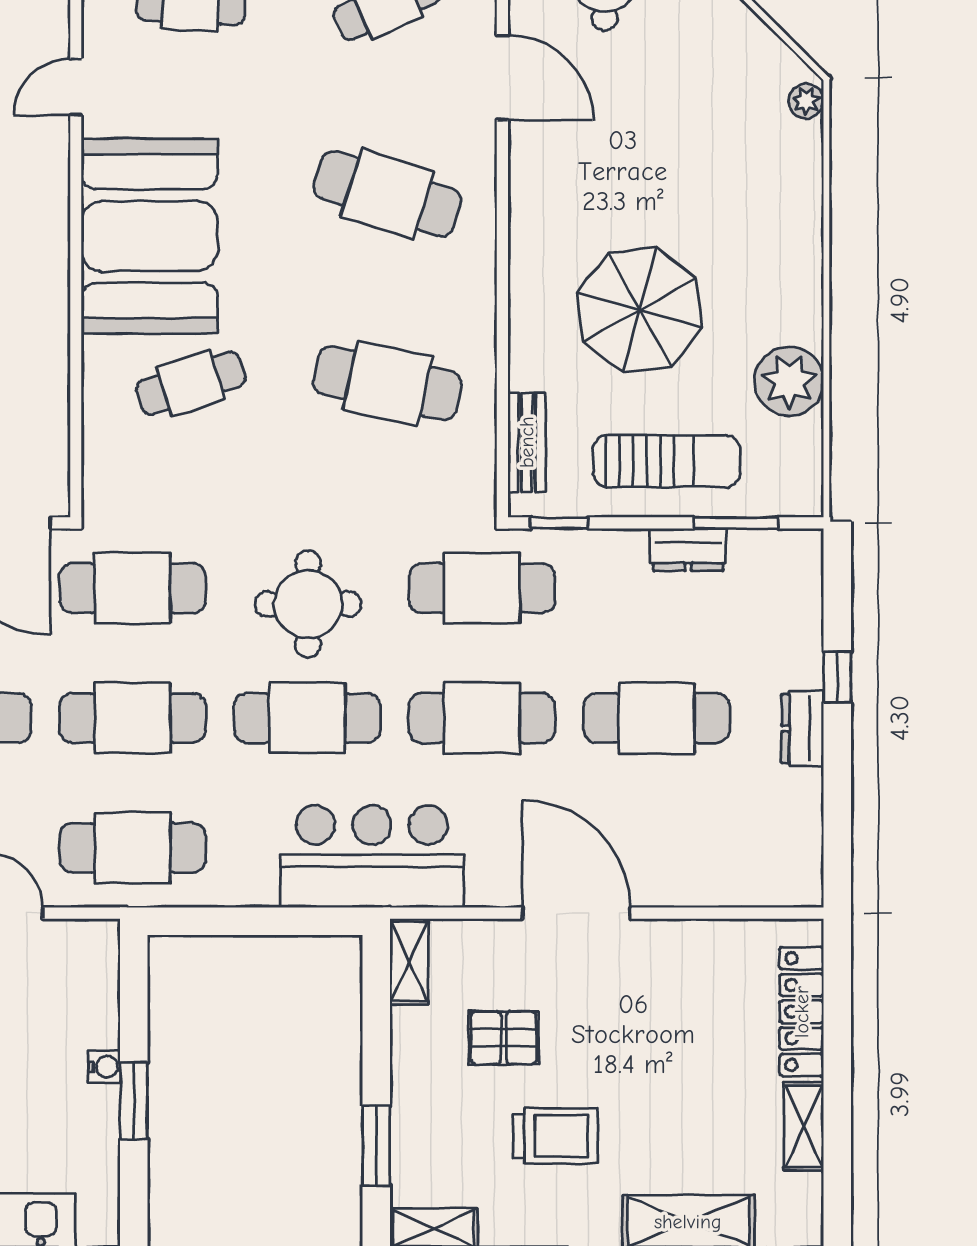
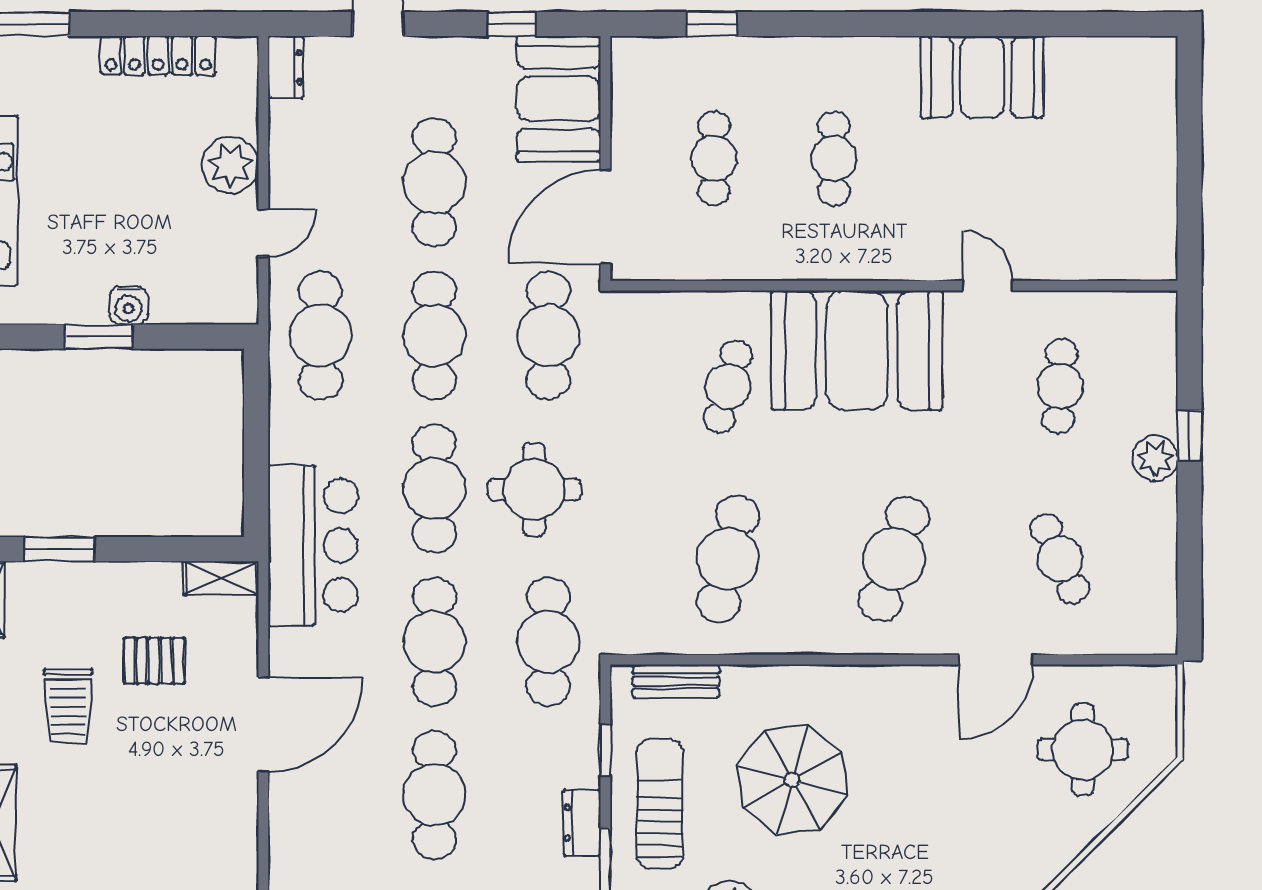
cafe table: (191, 383) -> (728, 386), turned 33
sun lounger: (667, 461) -> (660, 804), turned 180
window: (559, 523) -> (605, 750), moved
pallet: (504, 1038) -> (154, 661), turned 90
water cooler: (104, 1067) -> (129, 306), width x1.38, depth x1.38

